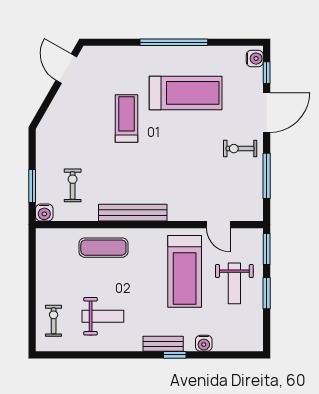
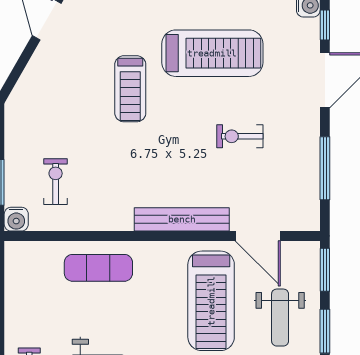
treadmill: (126, 119) -> (130, 89), turned 180
exercise bike: (240, 149) -> (240, 136), moved
bench: (133, 213) -> (182, 219), moved
door: (218, 225) -> (258, 236), width x1.38

